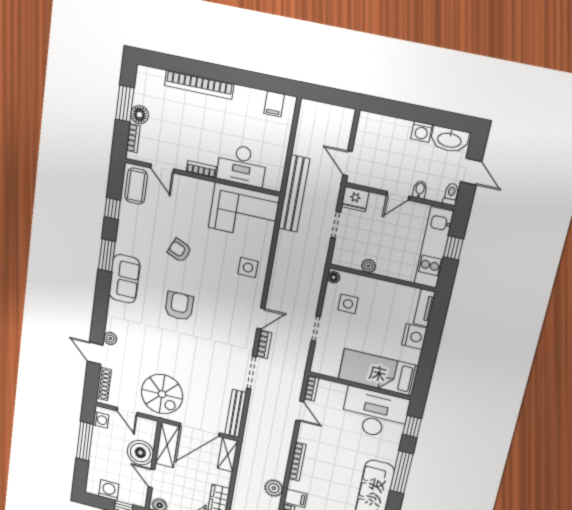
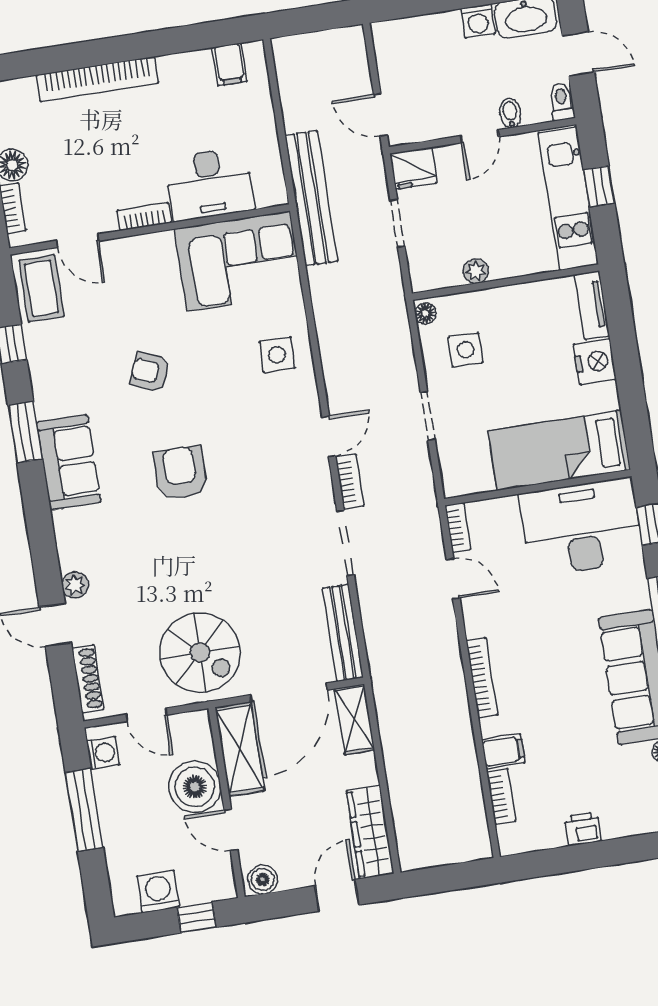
plant: (274, 488) -> (458, 749), removed

